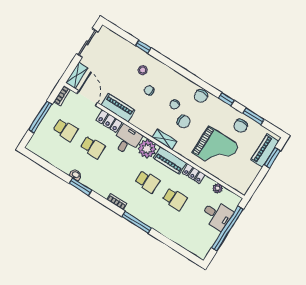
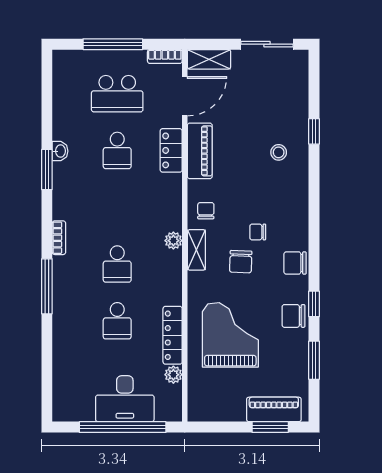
chair: (149, 90) -> (206, 211), moved
chair: (241, 126) -> (293, 316), moved
school desk: (65, 130) -> (117, 94), width x1.85
desk: (127, 140) -> (160, 194), removed
plant: (147, 149) -> (173, 241), width x0.53, depth x0.53
grand piano: (216, 149) -> (230, 335), turned 180
piano: (170, 160) -> (170, 278), removed
locker: (194, 174) -> (173, 335), width x1.53
desk: (217, 215) -> (125, 399), width x1.37

